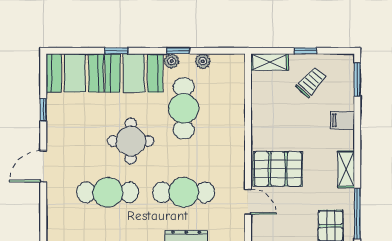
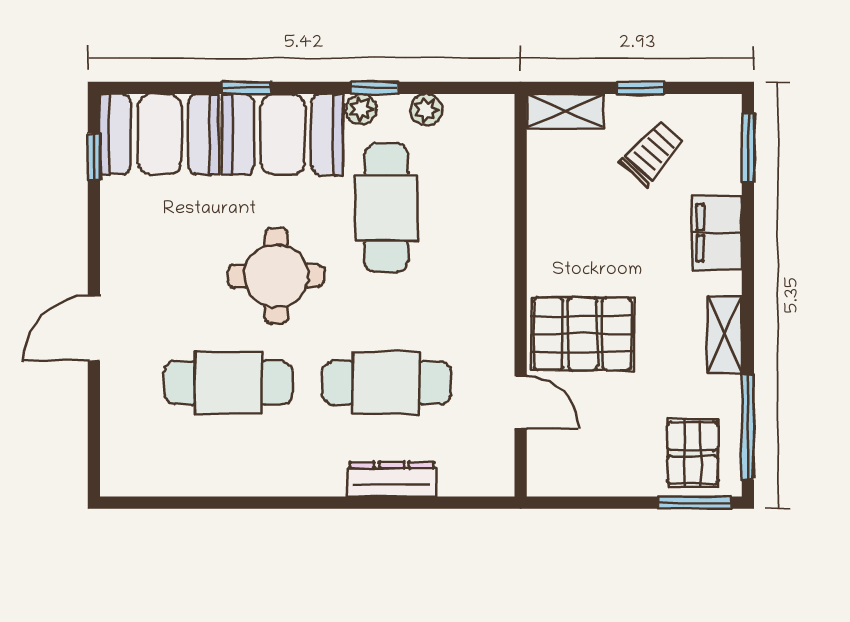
window: (43, 110) -> (94, 157), moved
filing cabinet: (342, 120) -> (717, 233), width x2.00

